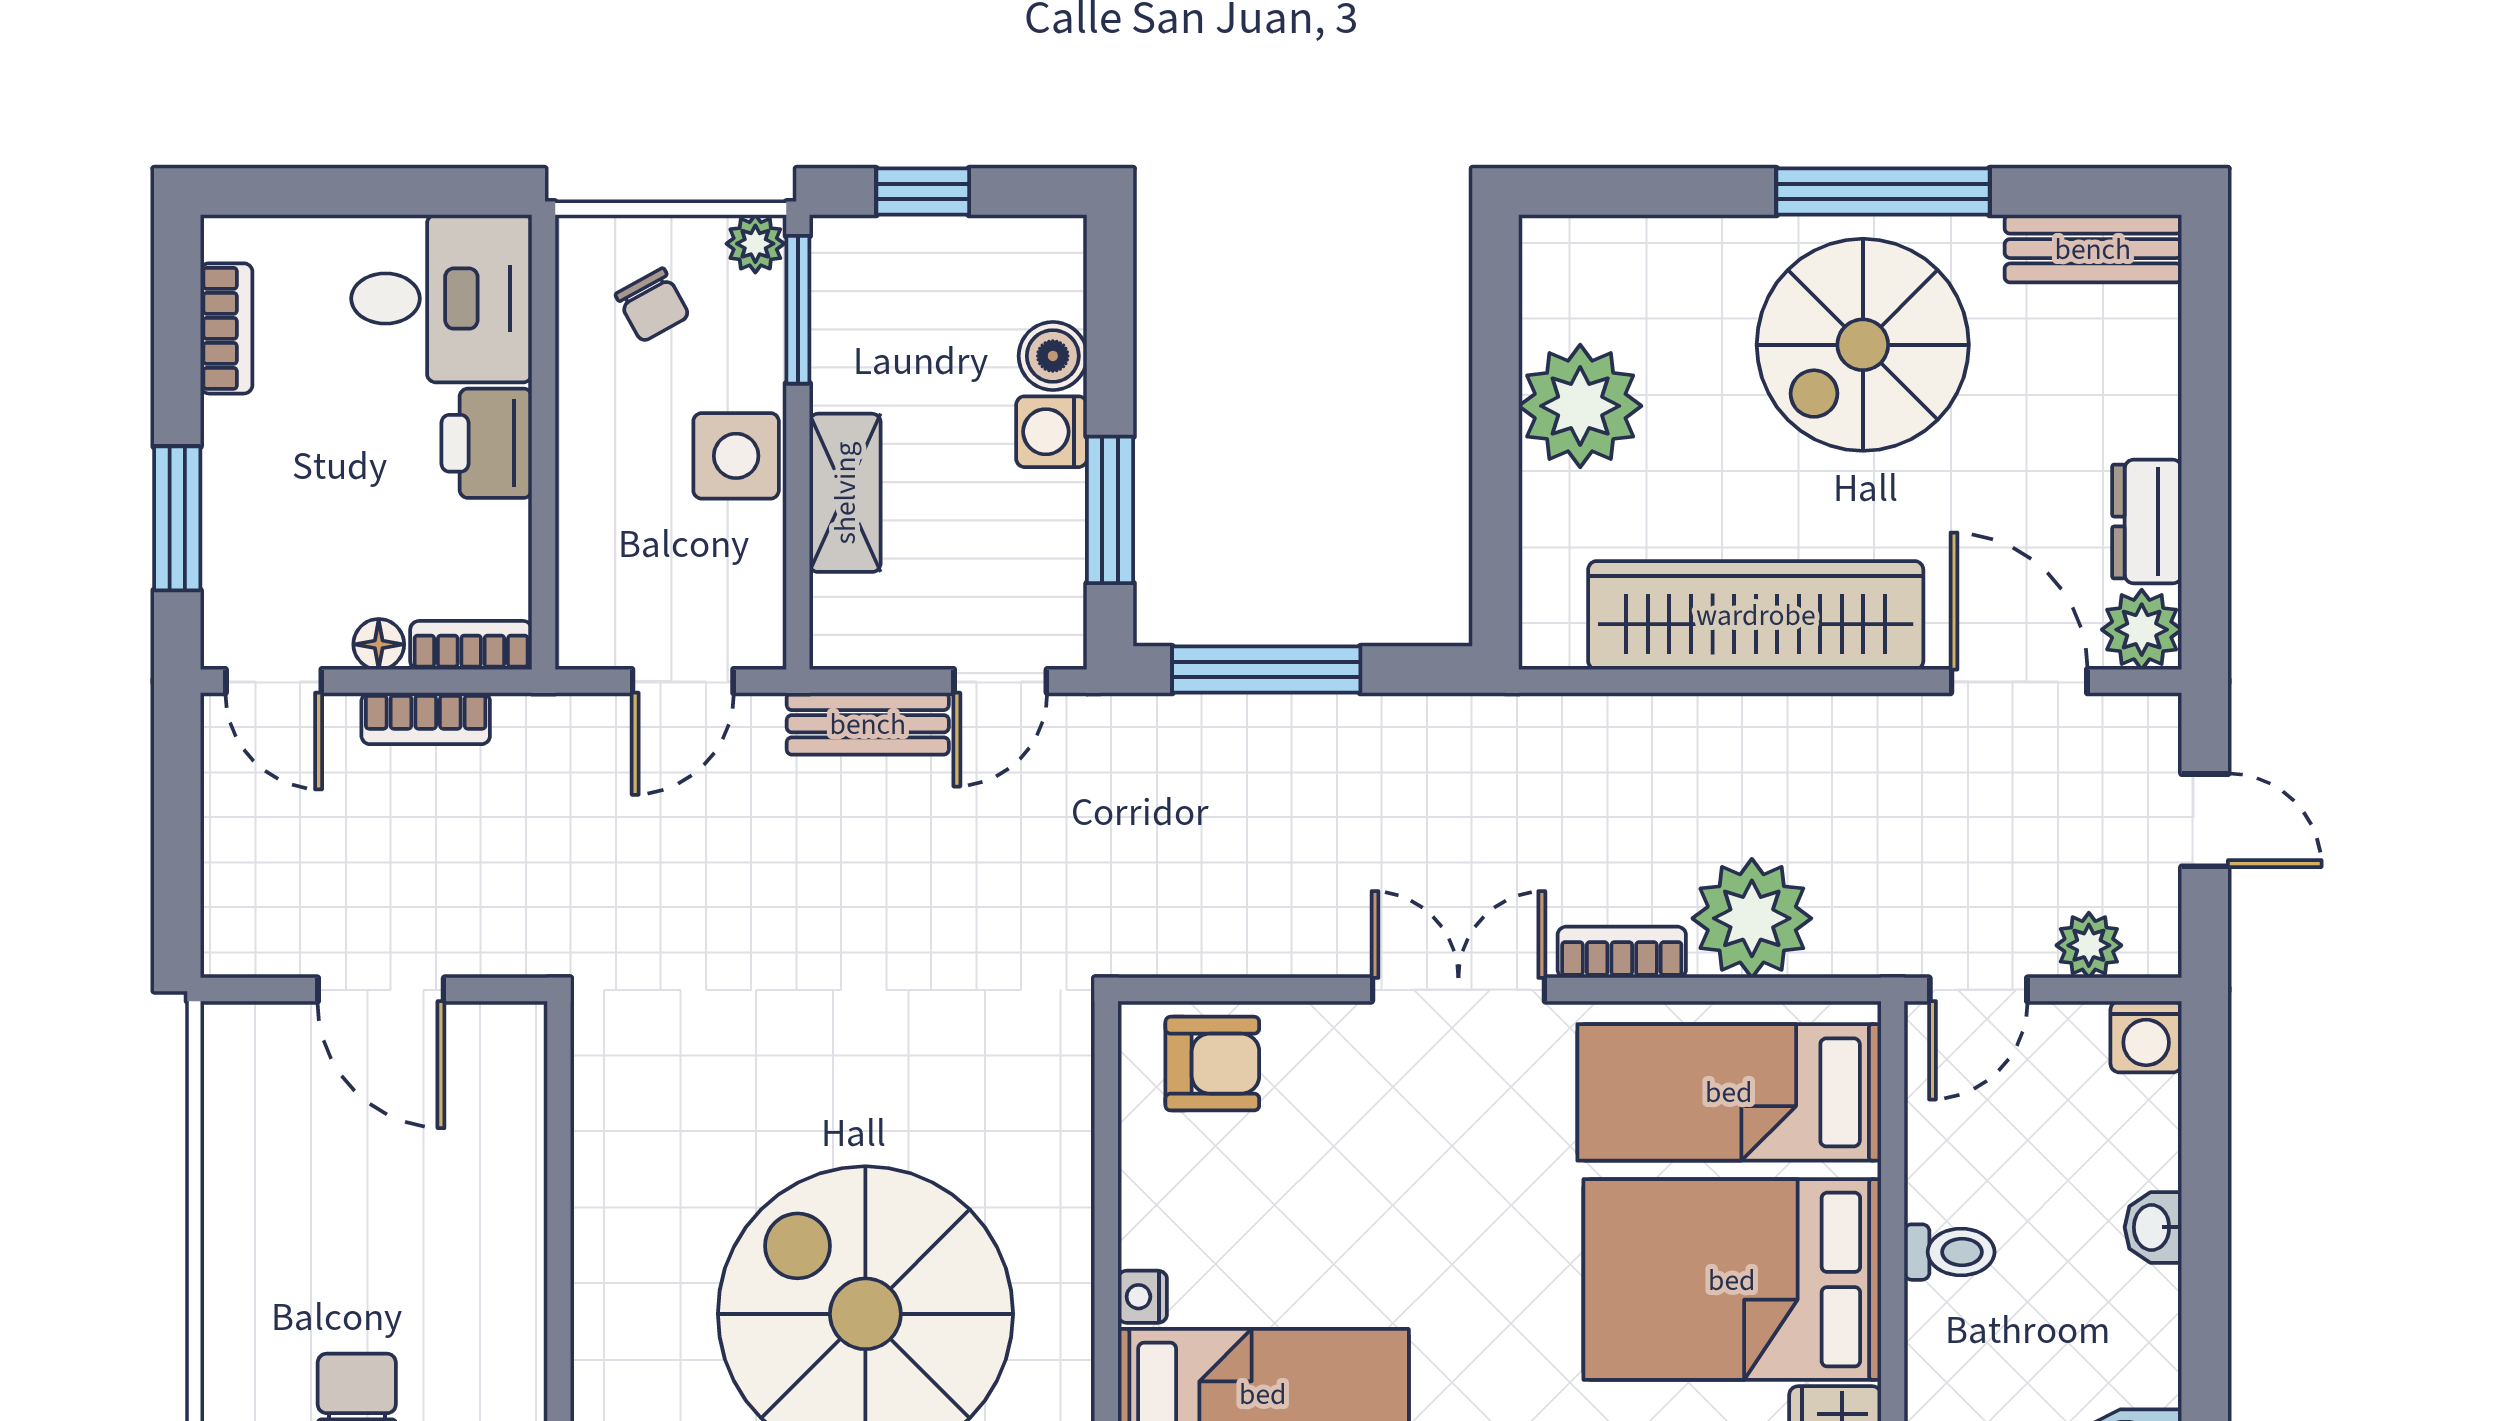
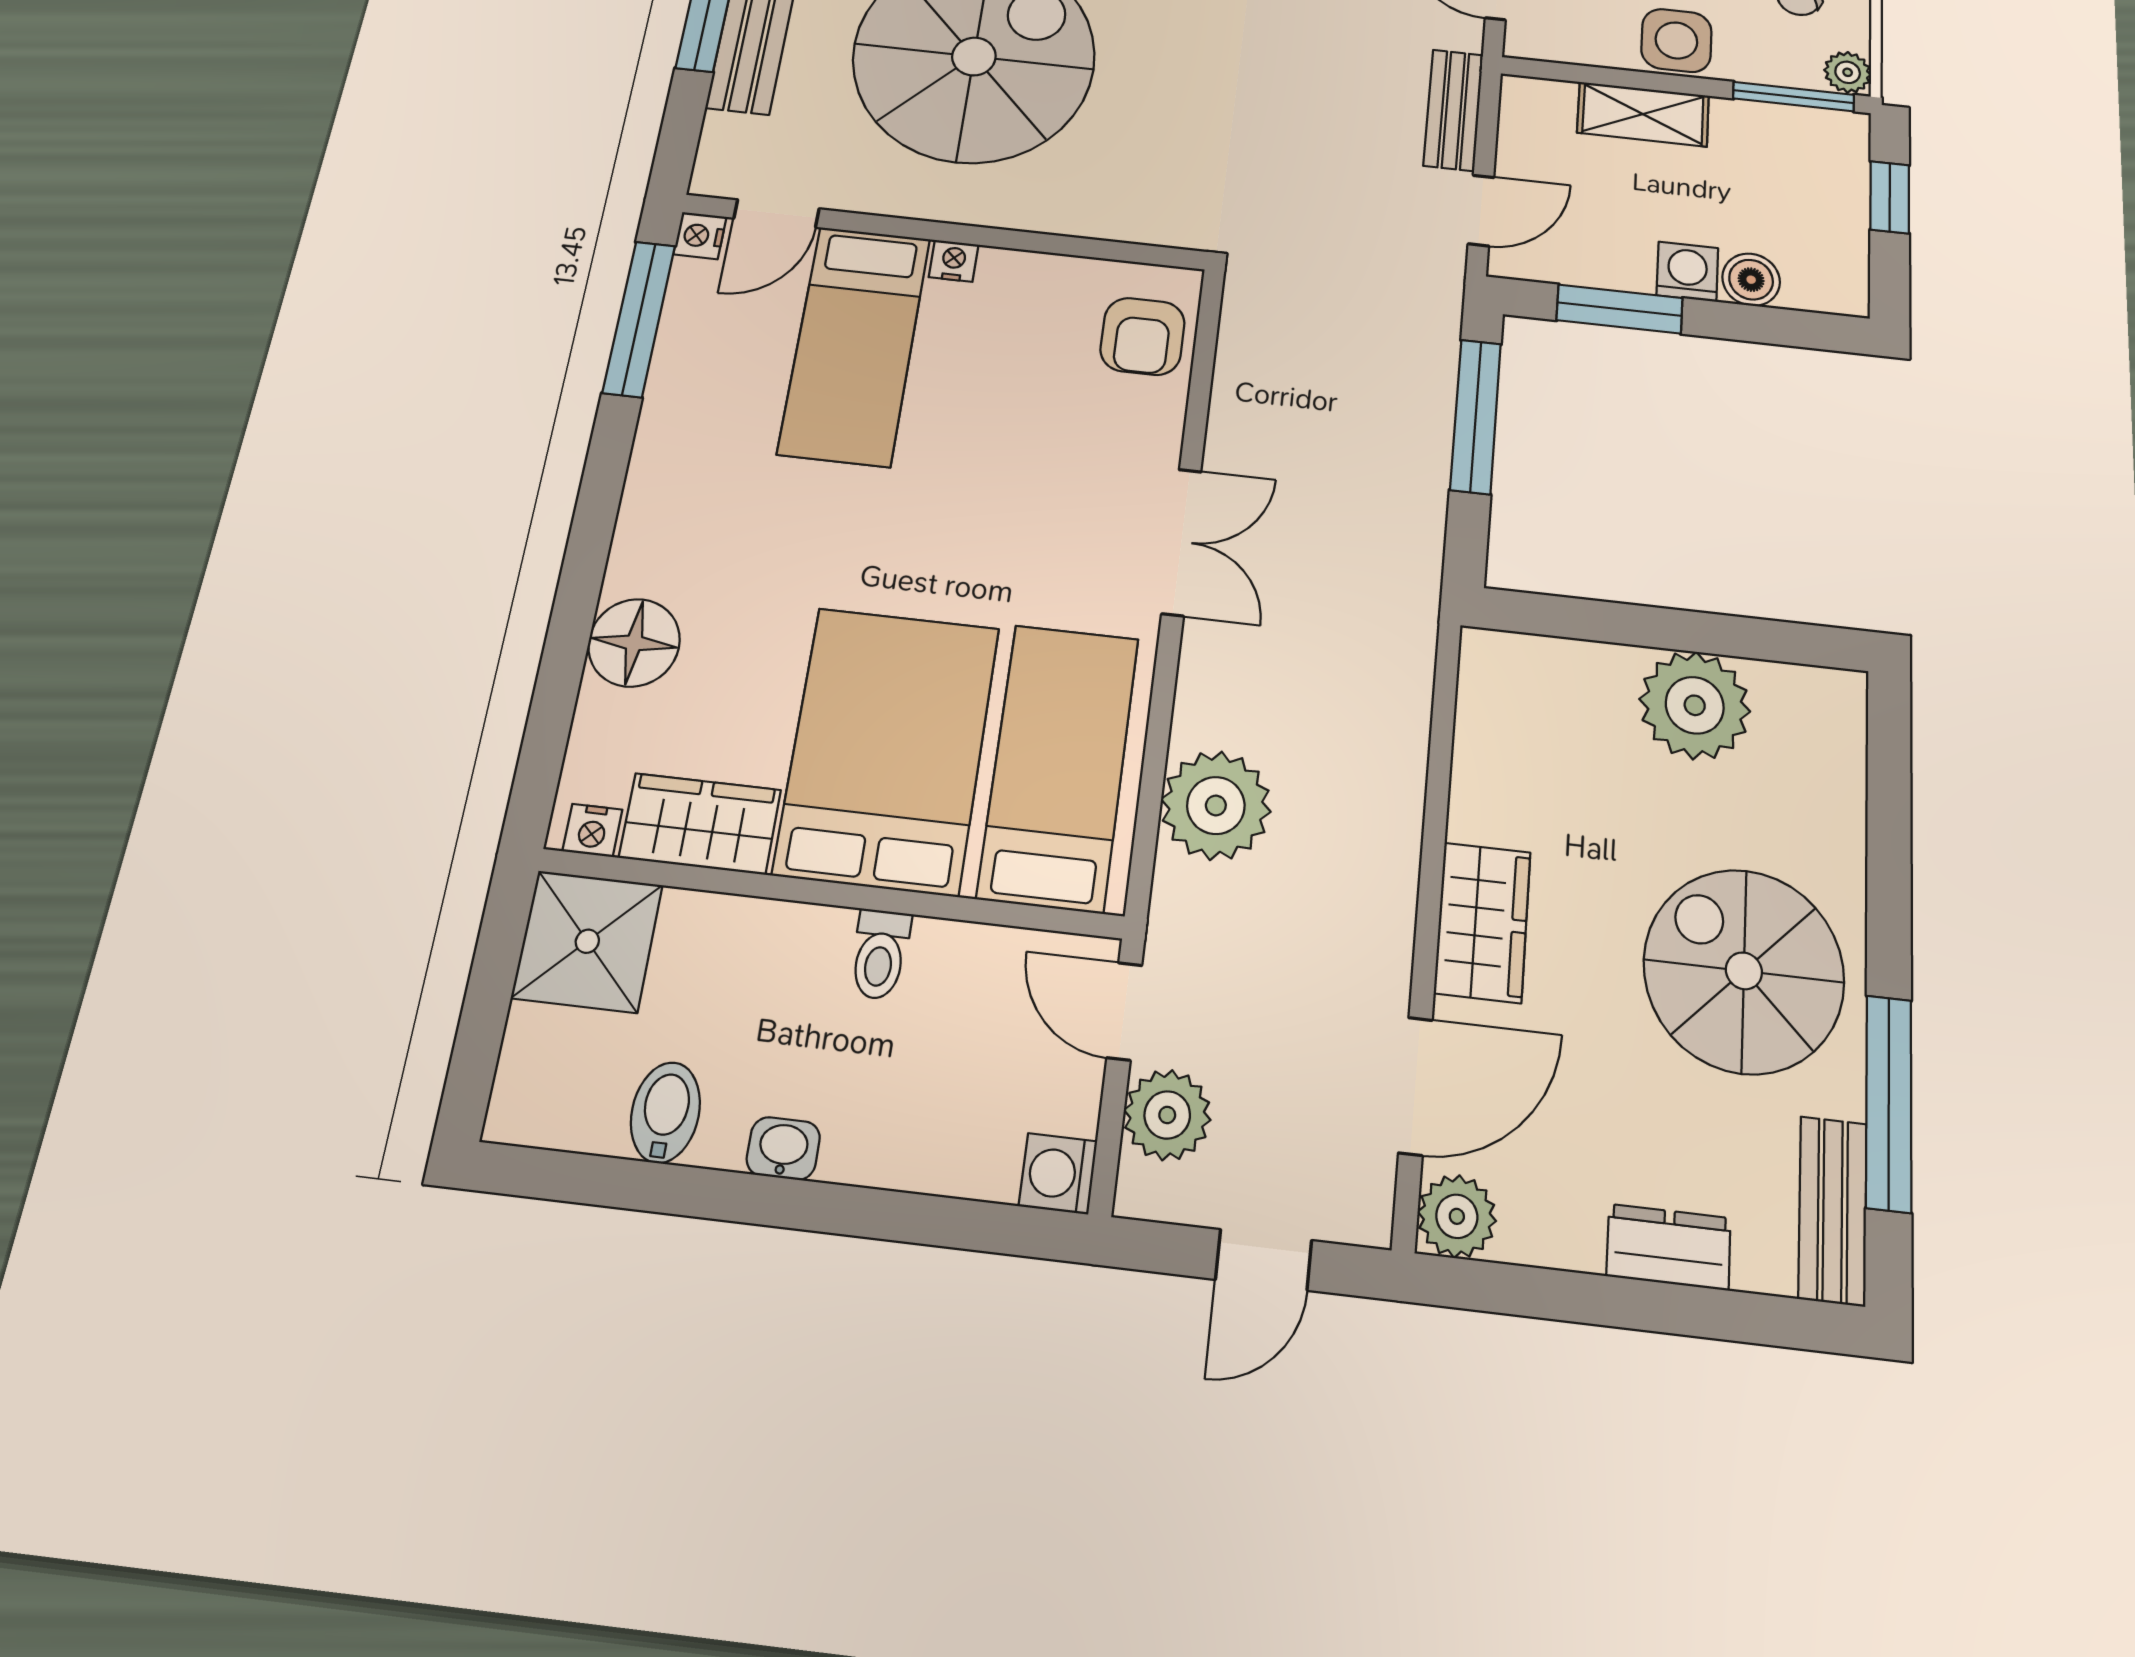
window: (1883, 192) -> (1889, 1103), moved
dresser: (2147, 522) -> (1669, 1247), moved
wardrobe: (1756, 615) -> (1482, 922), width x0.48, depth x0.85
door: (1000, 681) -> (1481, 210), swing flipped
plant: (2089, 945) -> (1167, 1115), width x1.38, depth x1.38
bookcase: (1622, 952) -> (1198, 686), removed
washbasin: (2153, 1227) -> (783, 1148), moved

